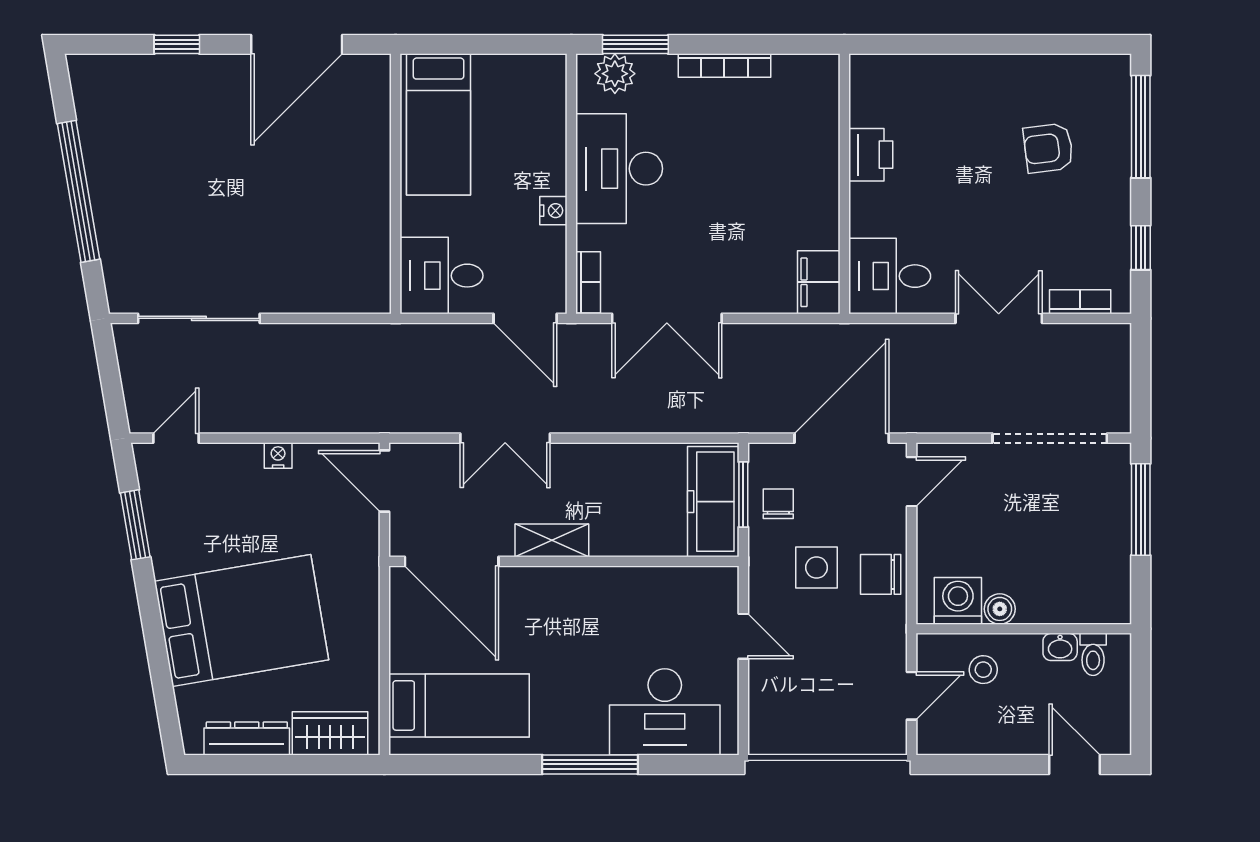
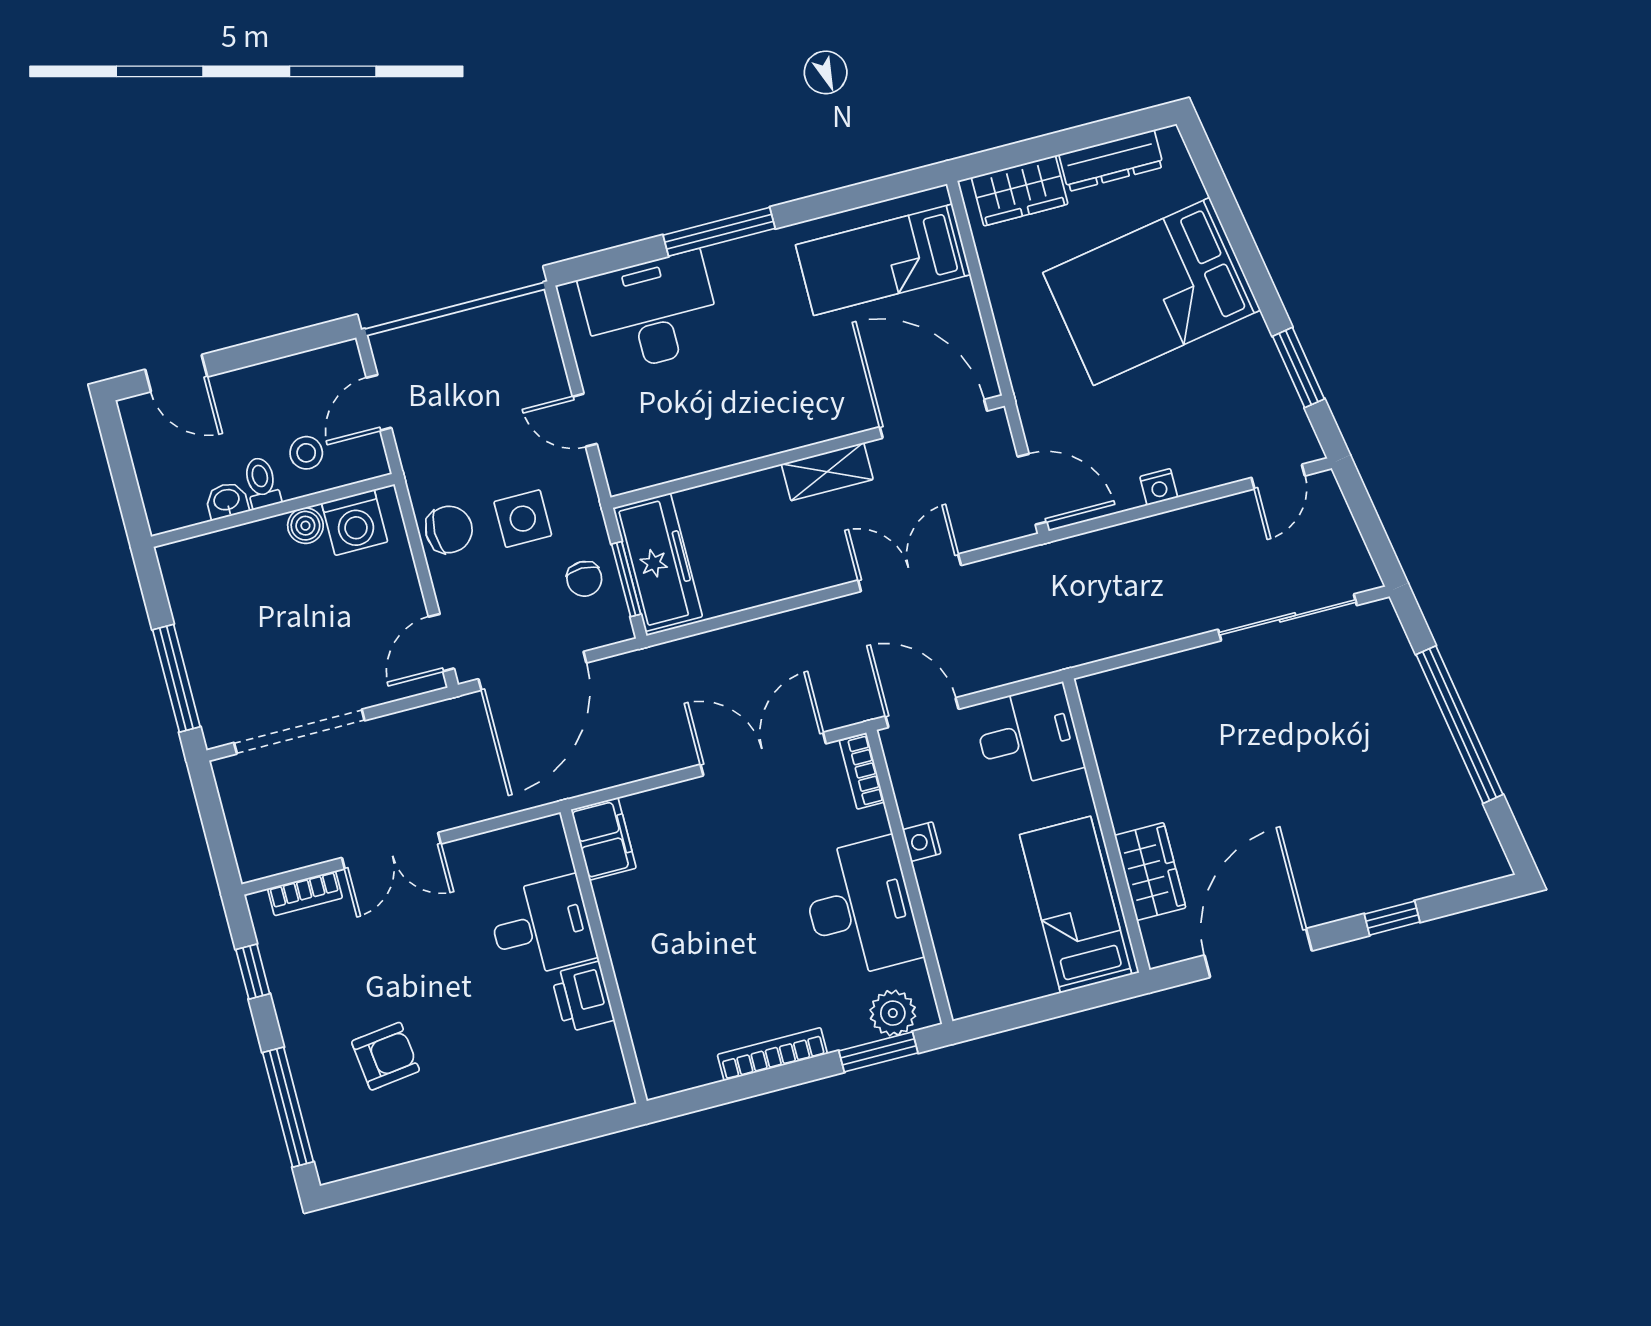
wardrobe: (369, 136) -> (1150, 872), added
desk: (890, 276) -> (542, 927), moved
toilet: (1093, 654) -> (262, 483), moved

